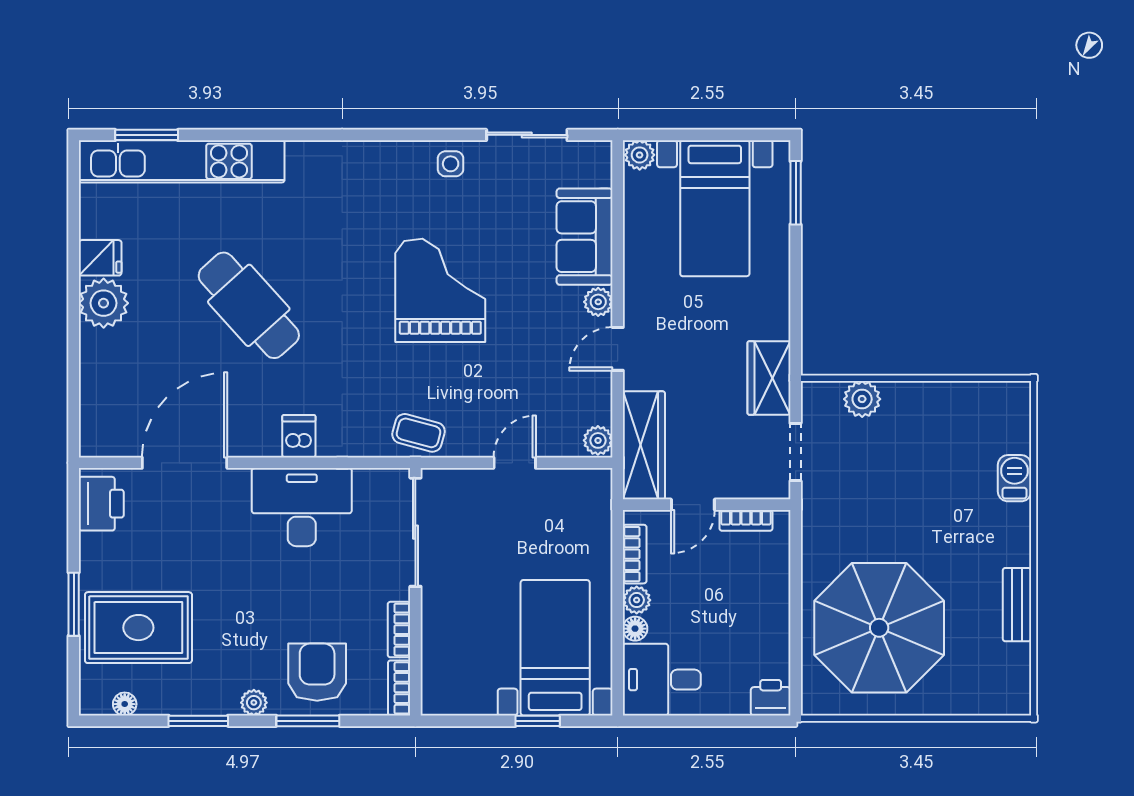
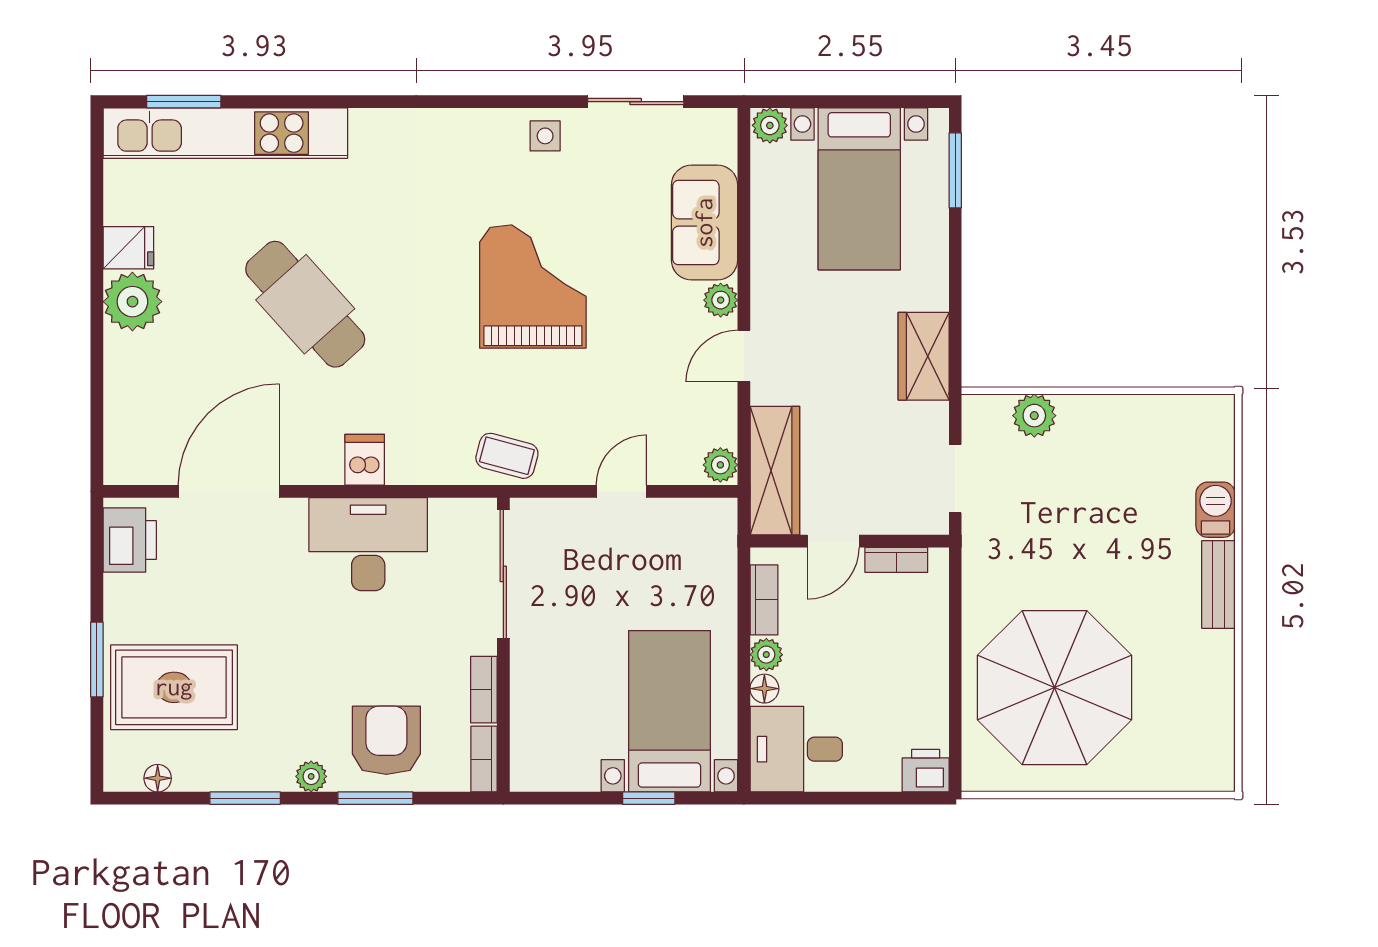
wardrobe: (769, 378) -> (924, 356), moved
bench: (1017, 605) -> (1218, 585), moved

